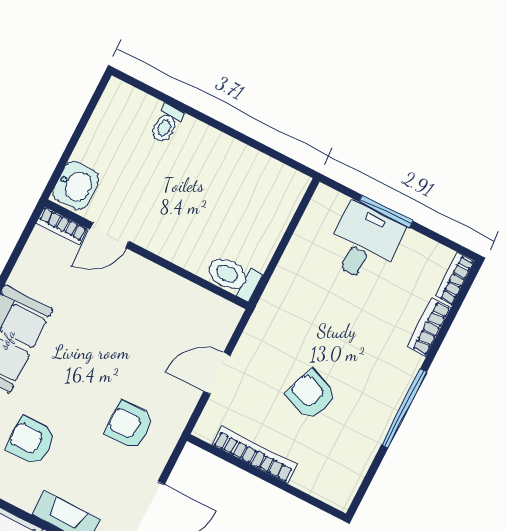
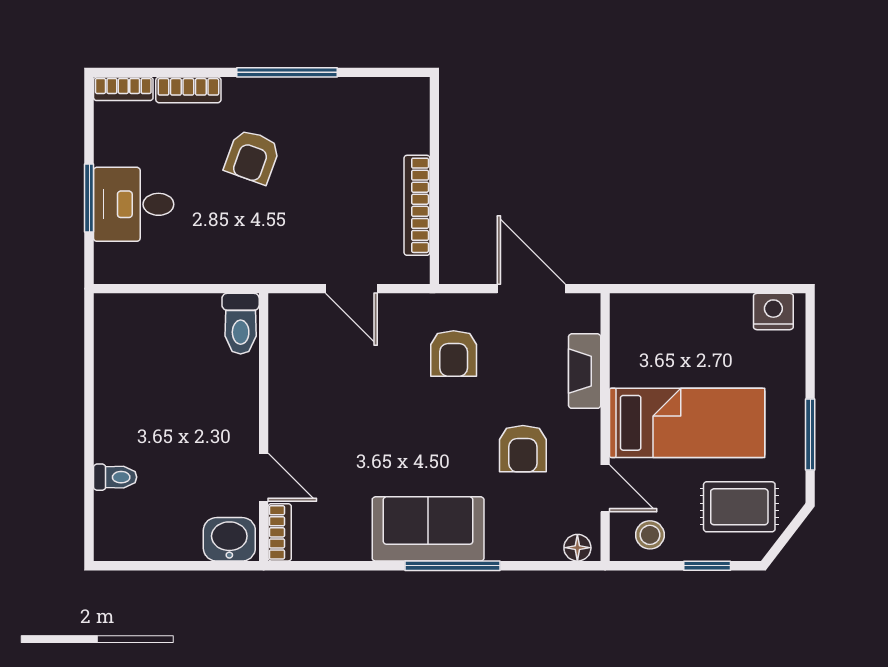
armchair: (311, 395) -> (252, 157), moved

